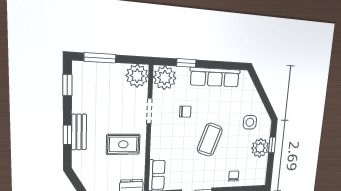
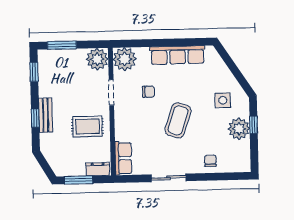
window: (186, 63) -> (146, 43), removed

